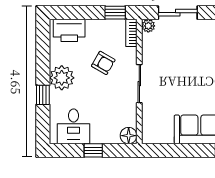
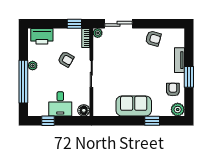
plant: (62, 78) -> (33, 66), width x0.53, depth x0.53
window: (43, 95) -> (23, 82), width x3.17
desk: (74, 126) -> (60, 104), moved
window: (93, 150) -> (48, 121), moved

